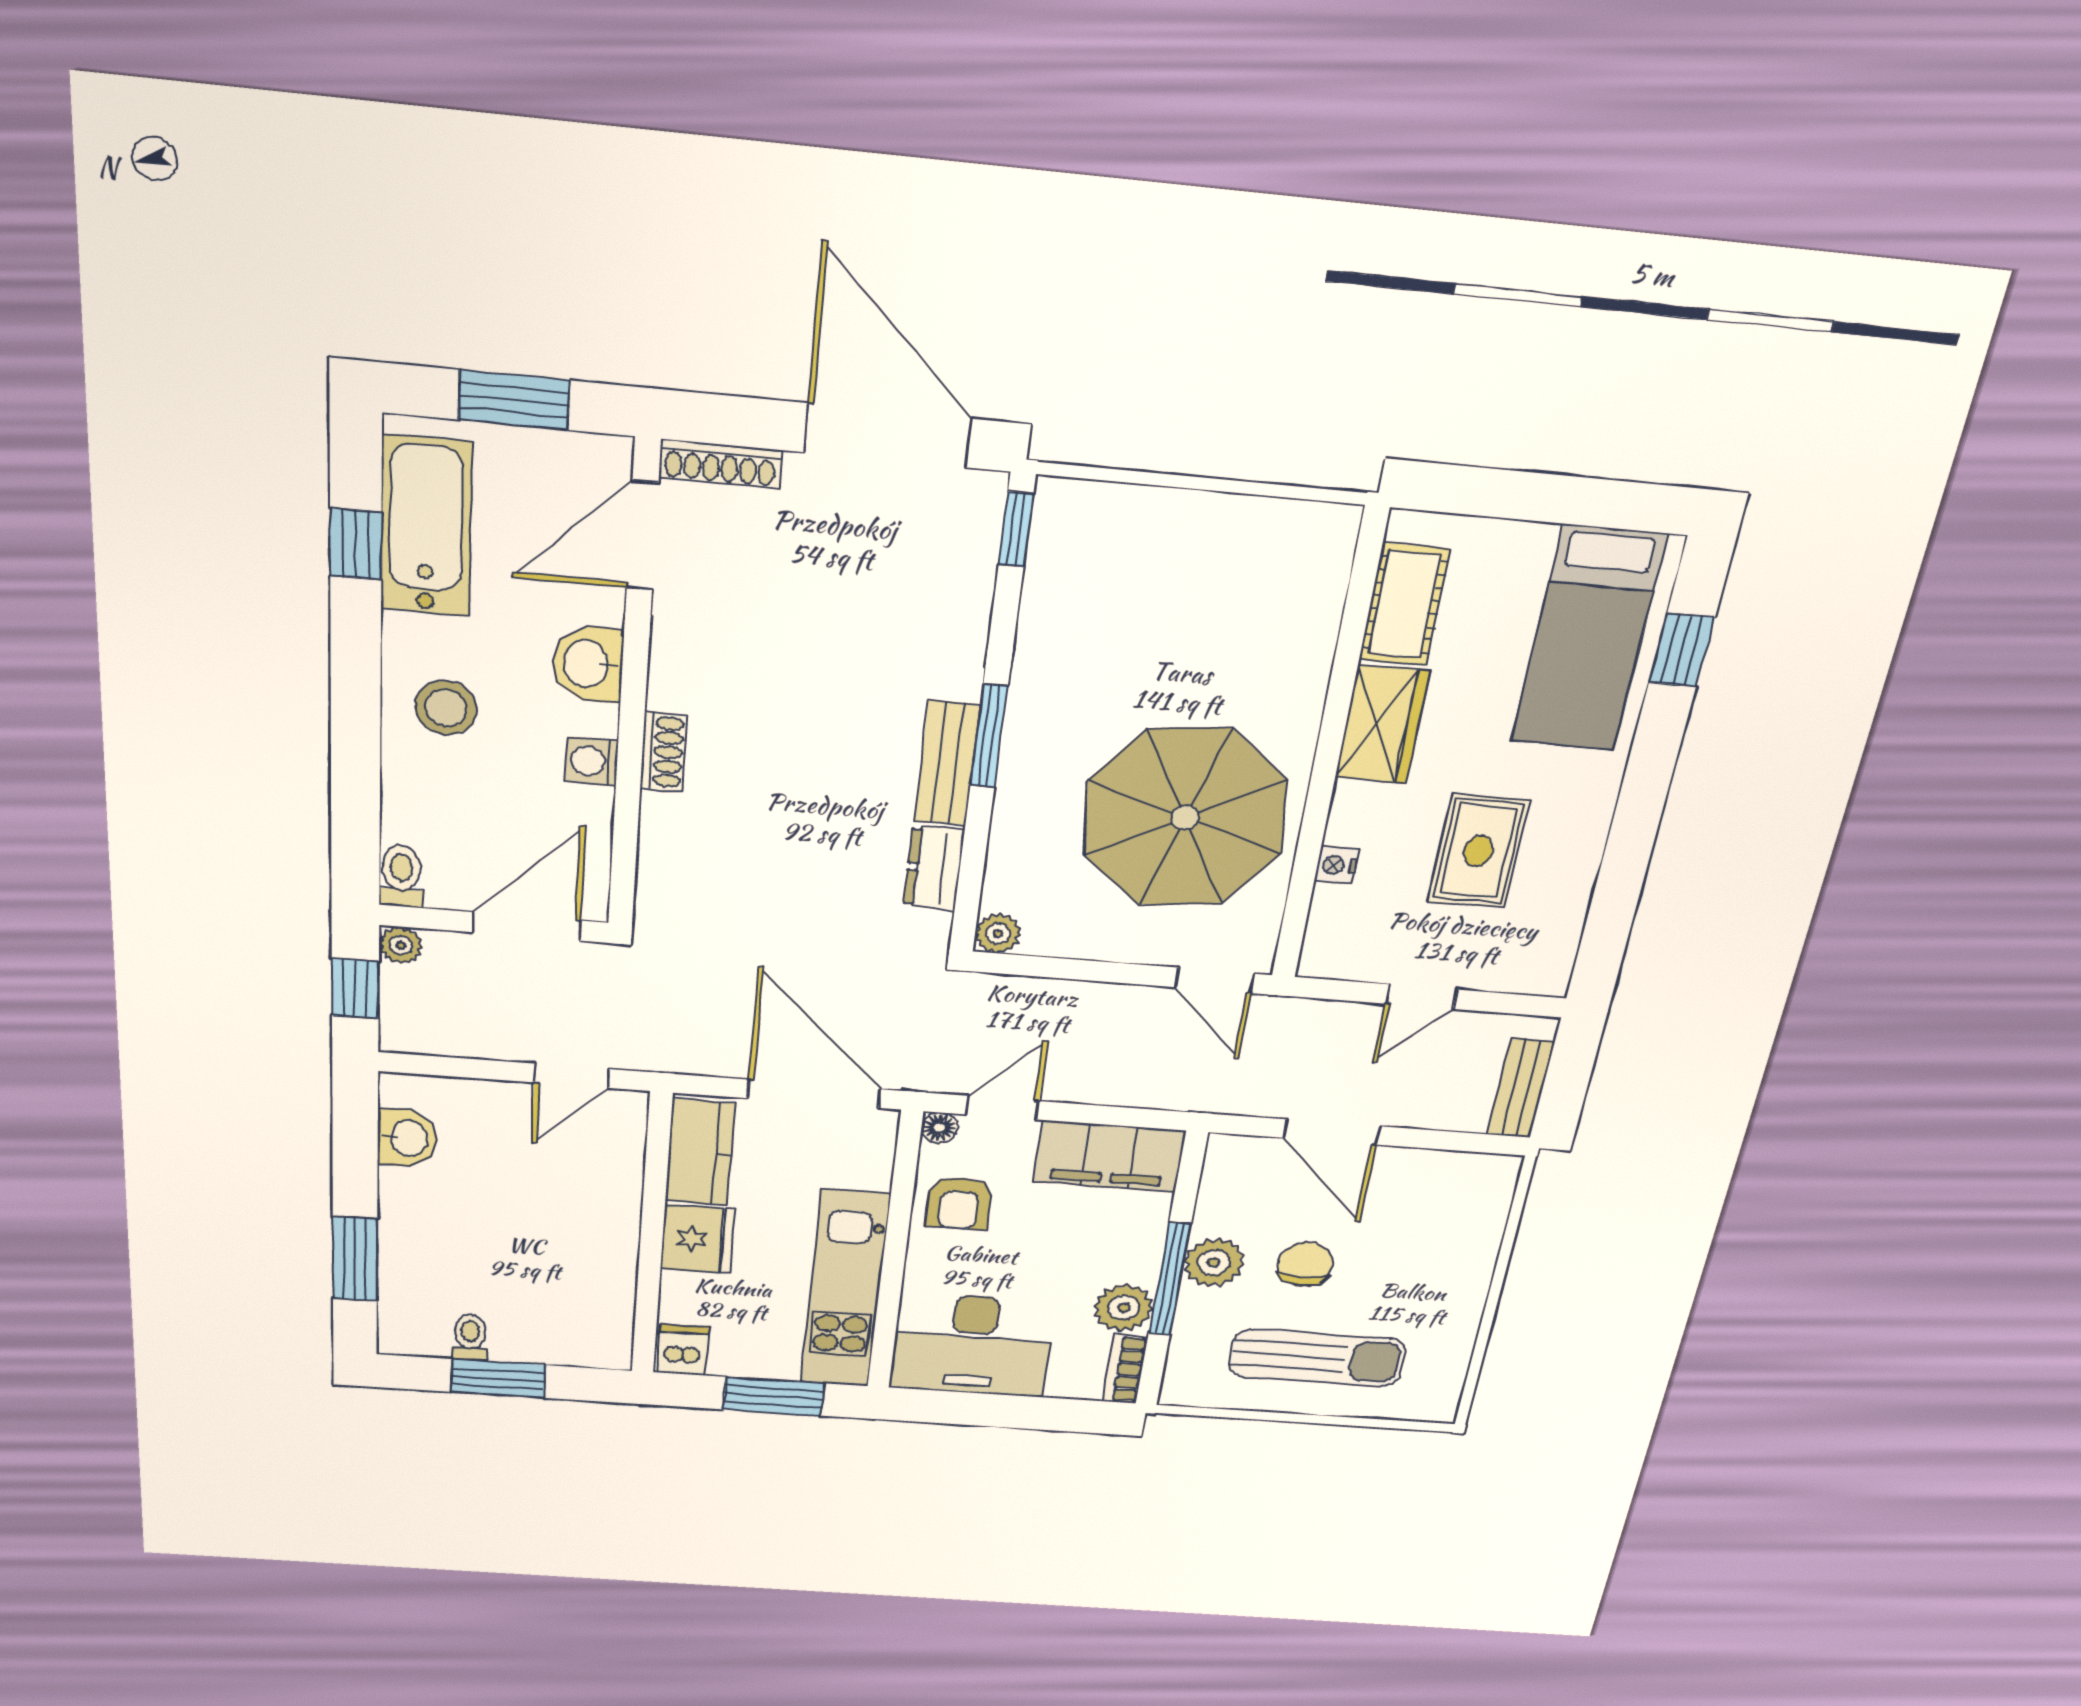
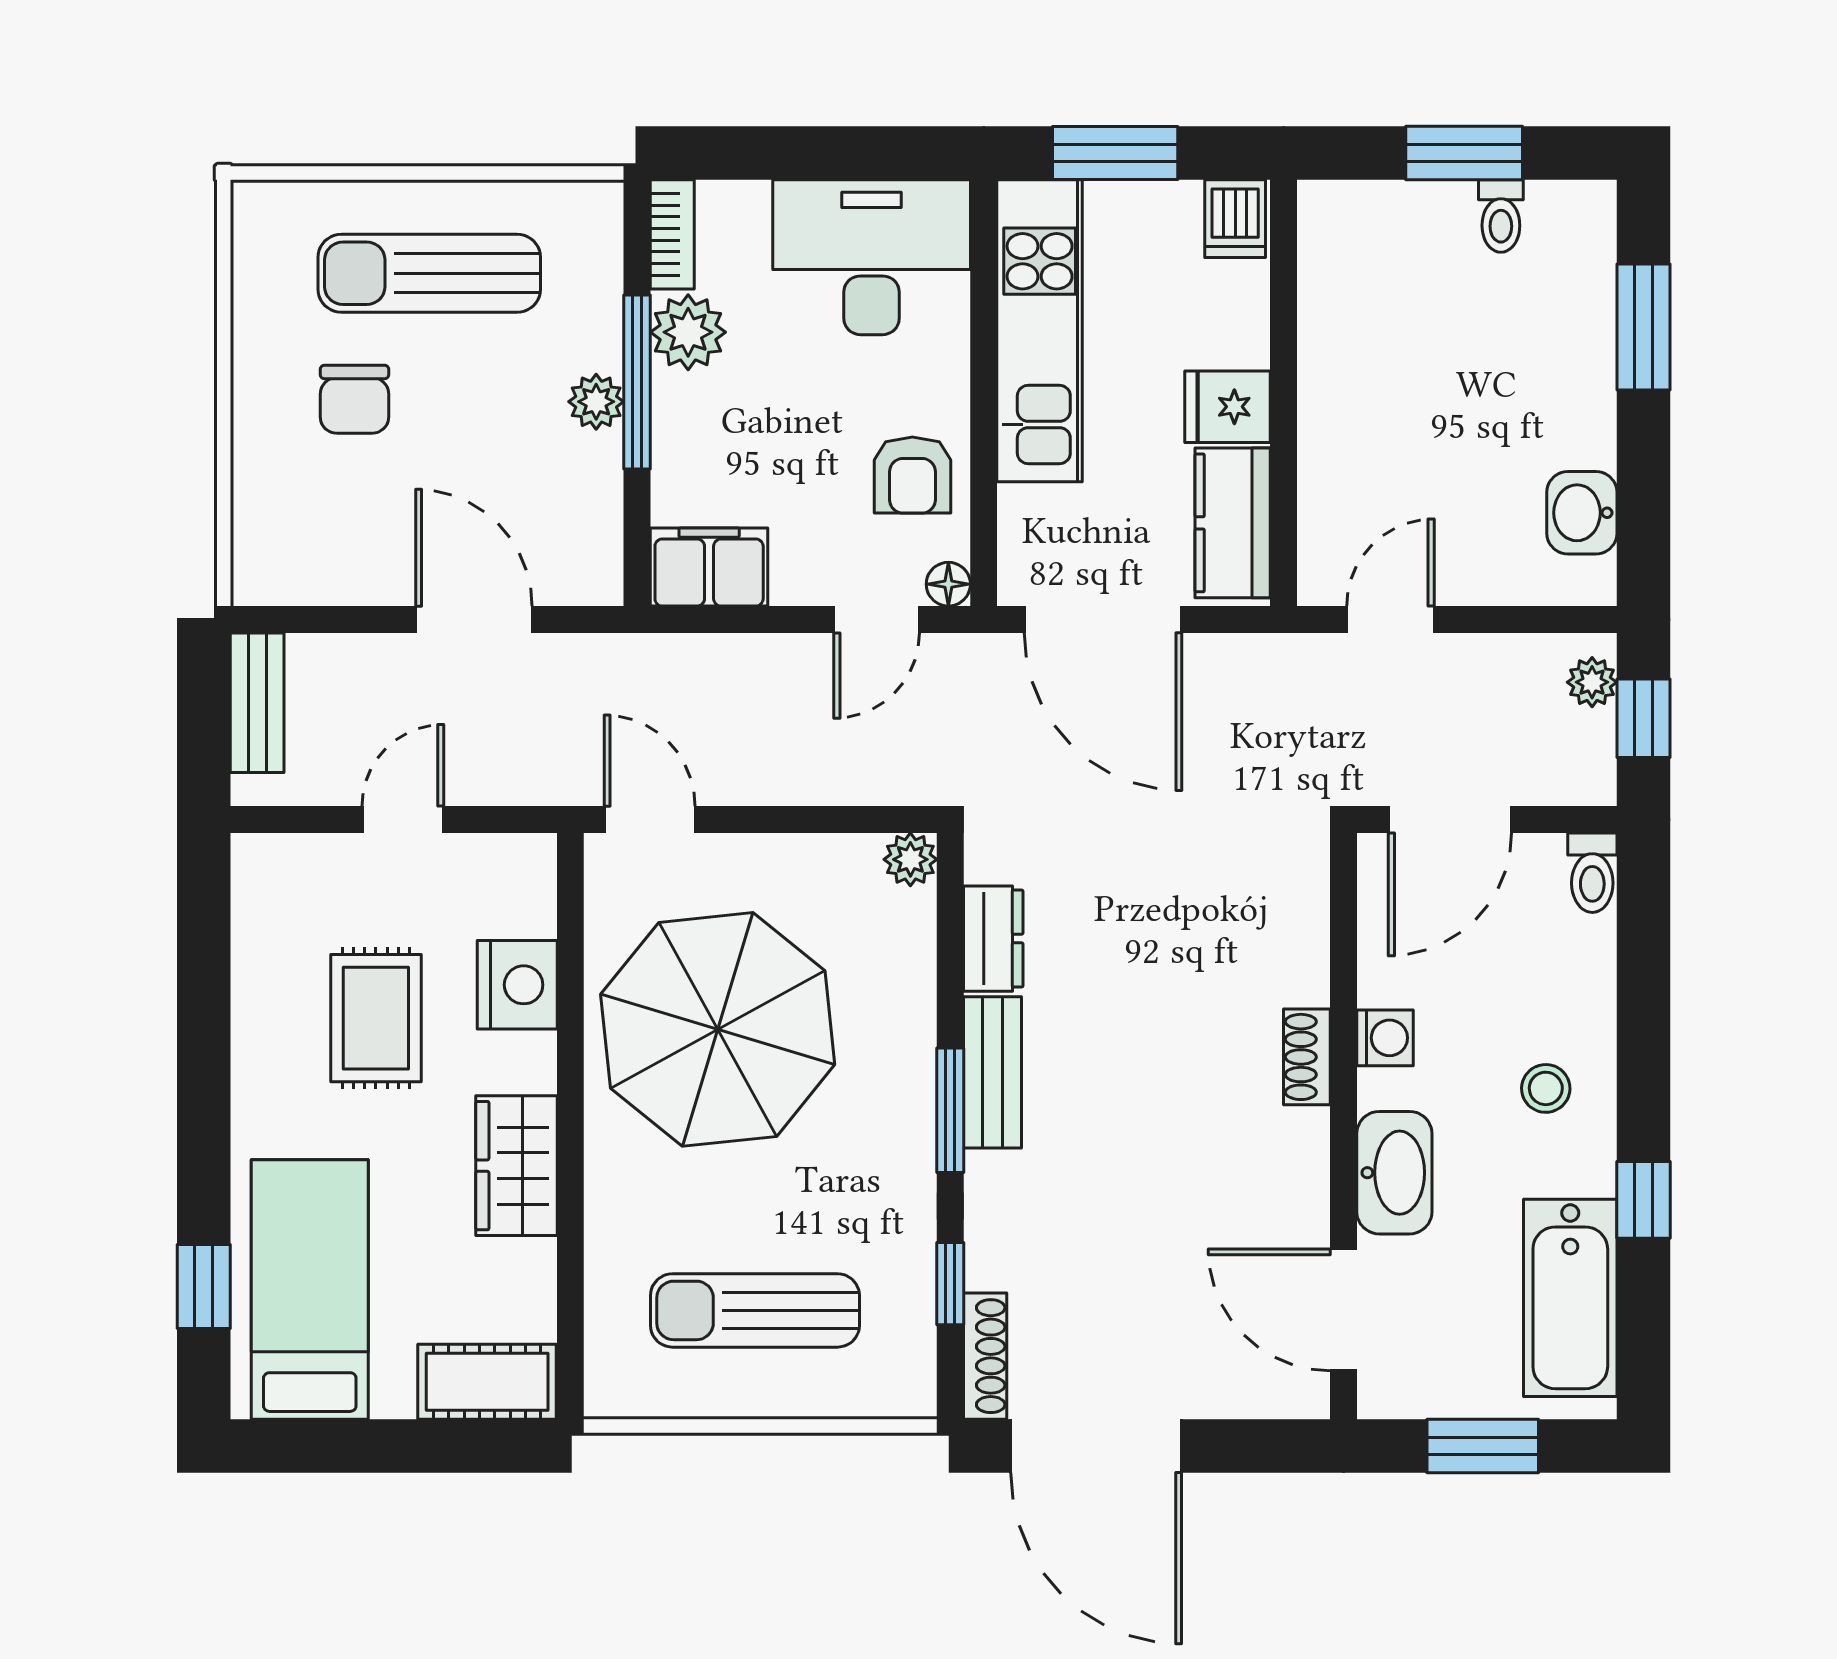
shoe rack: (720, 464) -> (985, 1356), moved, turned 90
window: (1016, 530) -> (950, 1284), moved
door: (642, 536) -> (1344, 1310), swing flipped
window: (356, 544) -> (1643, 1200), moved
sun lounger: (1191, 585) -> (755, 1310), added
cot: (1405, 605) -> (487, 1382), moved, turned 90
washbasin: (588, 664) -> (1394, 1173), width x1.38
stool: (446, 708) -> (1546, 1088), width x0.73, depth x0.73
nightstand: (1337, 865) -> (517, 985), width x1.89, depth x1.79
plant: (401, 945) -> (1592, 682), moved
filing cabinet: (1109, 1156) -> (709, 567), width x0.67, depth x0.86
armchair: (959, 1203) -> (912, 475), turned 180
fridge: (697, 1239) -> (1228, 407), width x0.72
plant: (1214, 1263) -> (596, 402), width x0.73, depth x0.73
chair: (1305, 1264) -> (354, 399), moved

